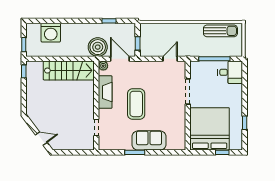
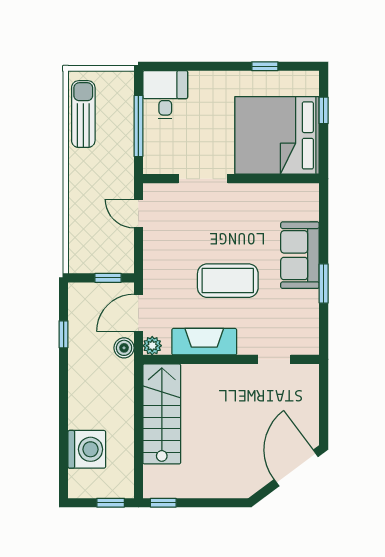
boiler: (98, 47) -> (124, 348), width x0.54, depth x0.54
door: (41, 139) -> (296, 468), width x1.88

